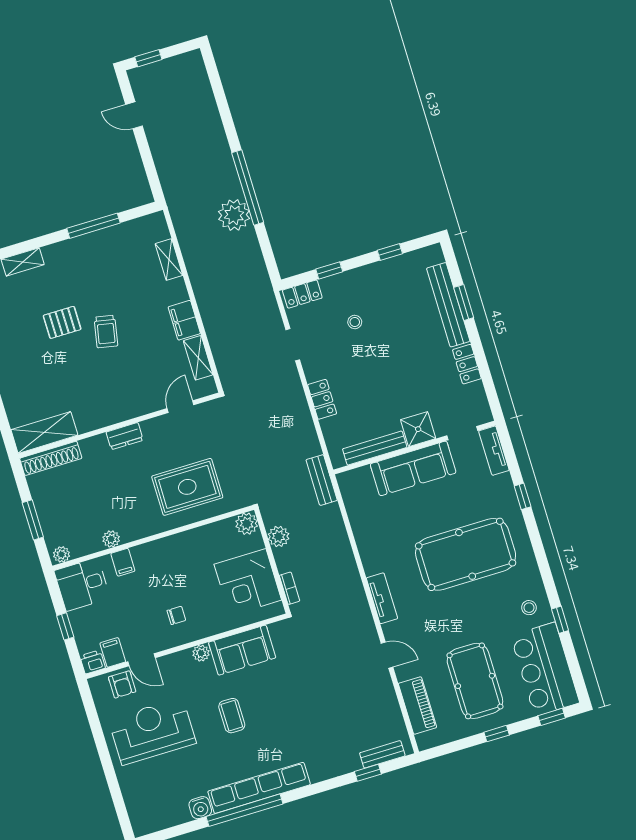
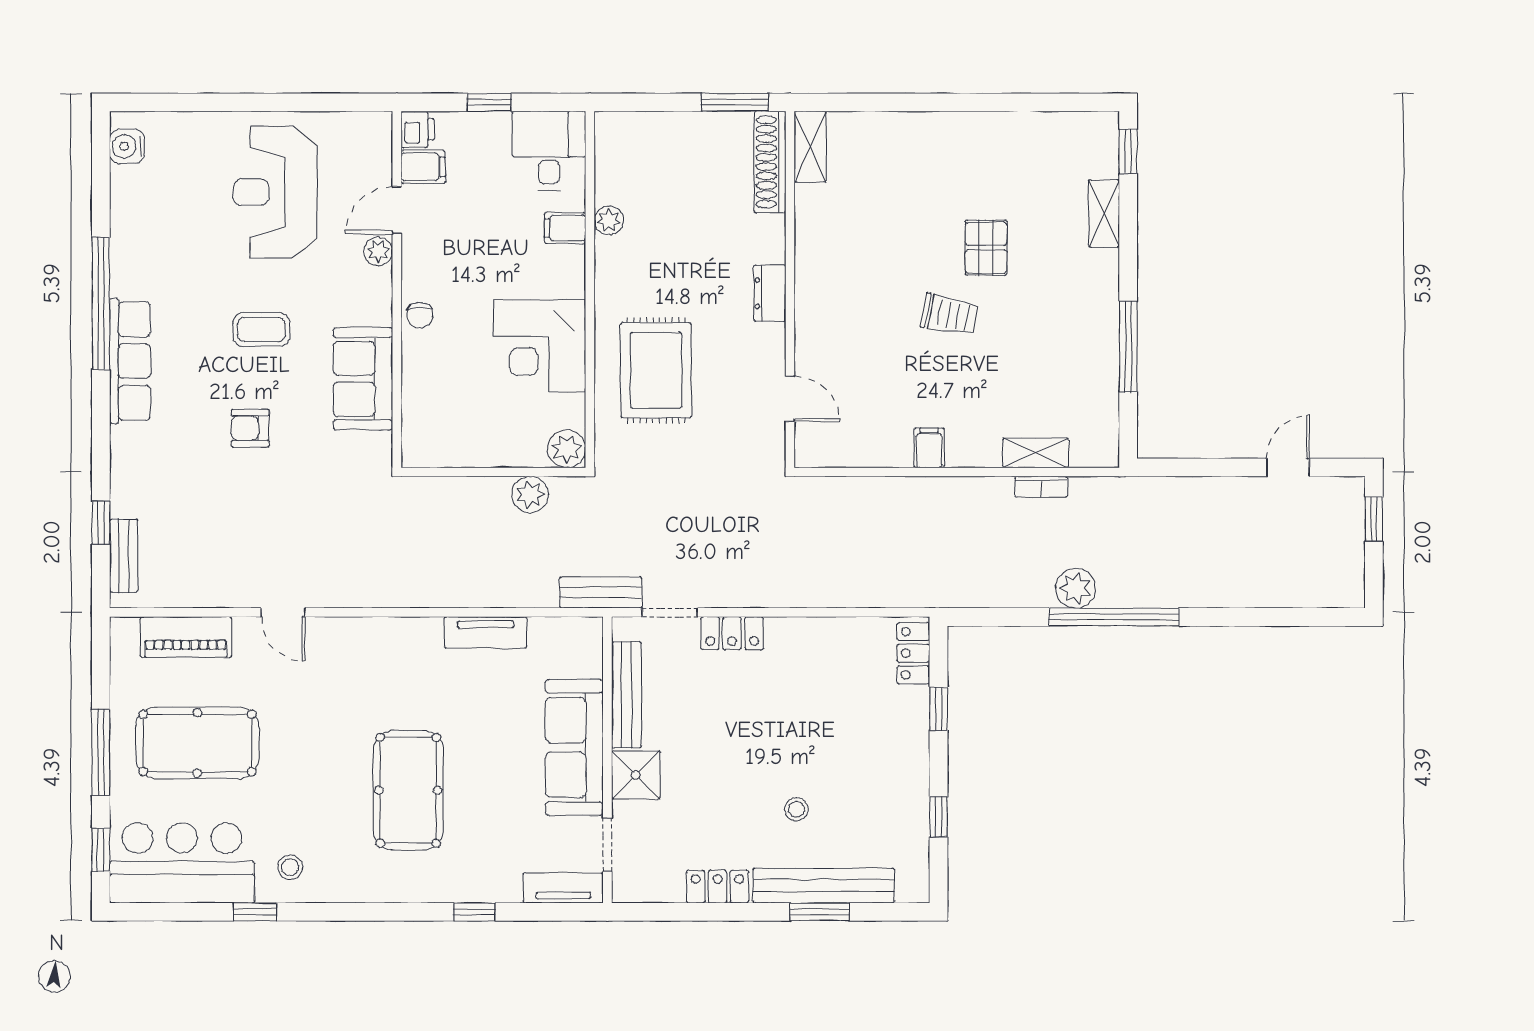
plant: (234, 215) -> (1076, 588), width x0.73, depth x0.73
filing cabinet: (184, 320) -> (929, 448), width x0.50
stool: (355, 322) -> (796, 809), moved
trolley: (106, 331) -> (949, 315), turned 180
doorway: (293, 345) -> (670, 612), moved
shelving: (198, 358) -> (861, 452), removed
shelving: (44, 432) -> (810, 147), width x0.67, depth x0.75
window: (33, 520) -> (735, 102), moved
plant: (61, 554) -> (608, 132), removed
pool table: (466, 554) -> (408, 790), width x0.73, depth x0.76
corner desk: (248, 582) -> (540, 346), moved, turned -90
bookcase: (290, 588) -> (1041, 487), moved
tv unit: (382, 598) -> (486, 632), moved
chair: (176, 615) -> (420, 315), moved
plant: (201, 653) -> (378, 251), moved
door: (387, 655) -> (283, 612), hinge flipped
armchair: (122, 684) -> (250, 428), moved
reception desk: (152, 731) -> (275, 192), turned 180
window: (497, 734) -> (101, 752), width x2.17
row of seats: (259, 788) -> (130, 361), width x0.73
water cooler: (200, 808) -> (127, 146), moved

